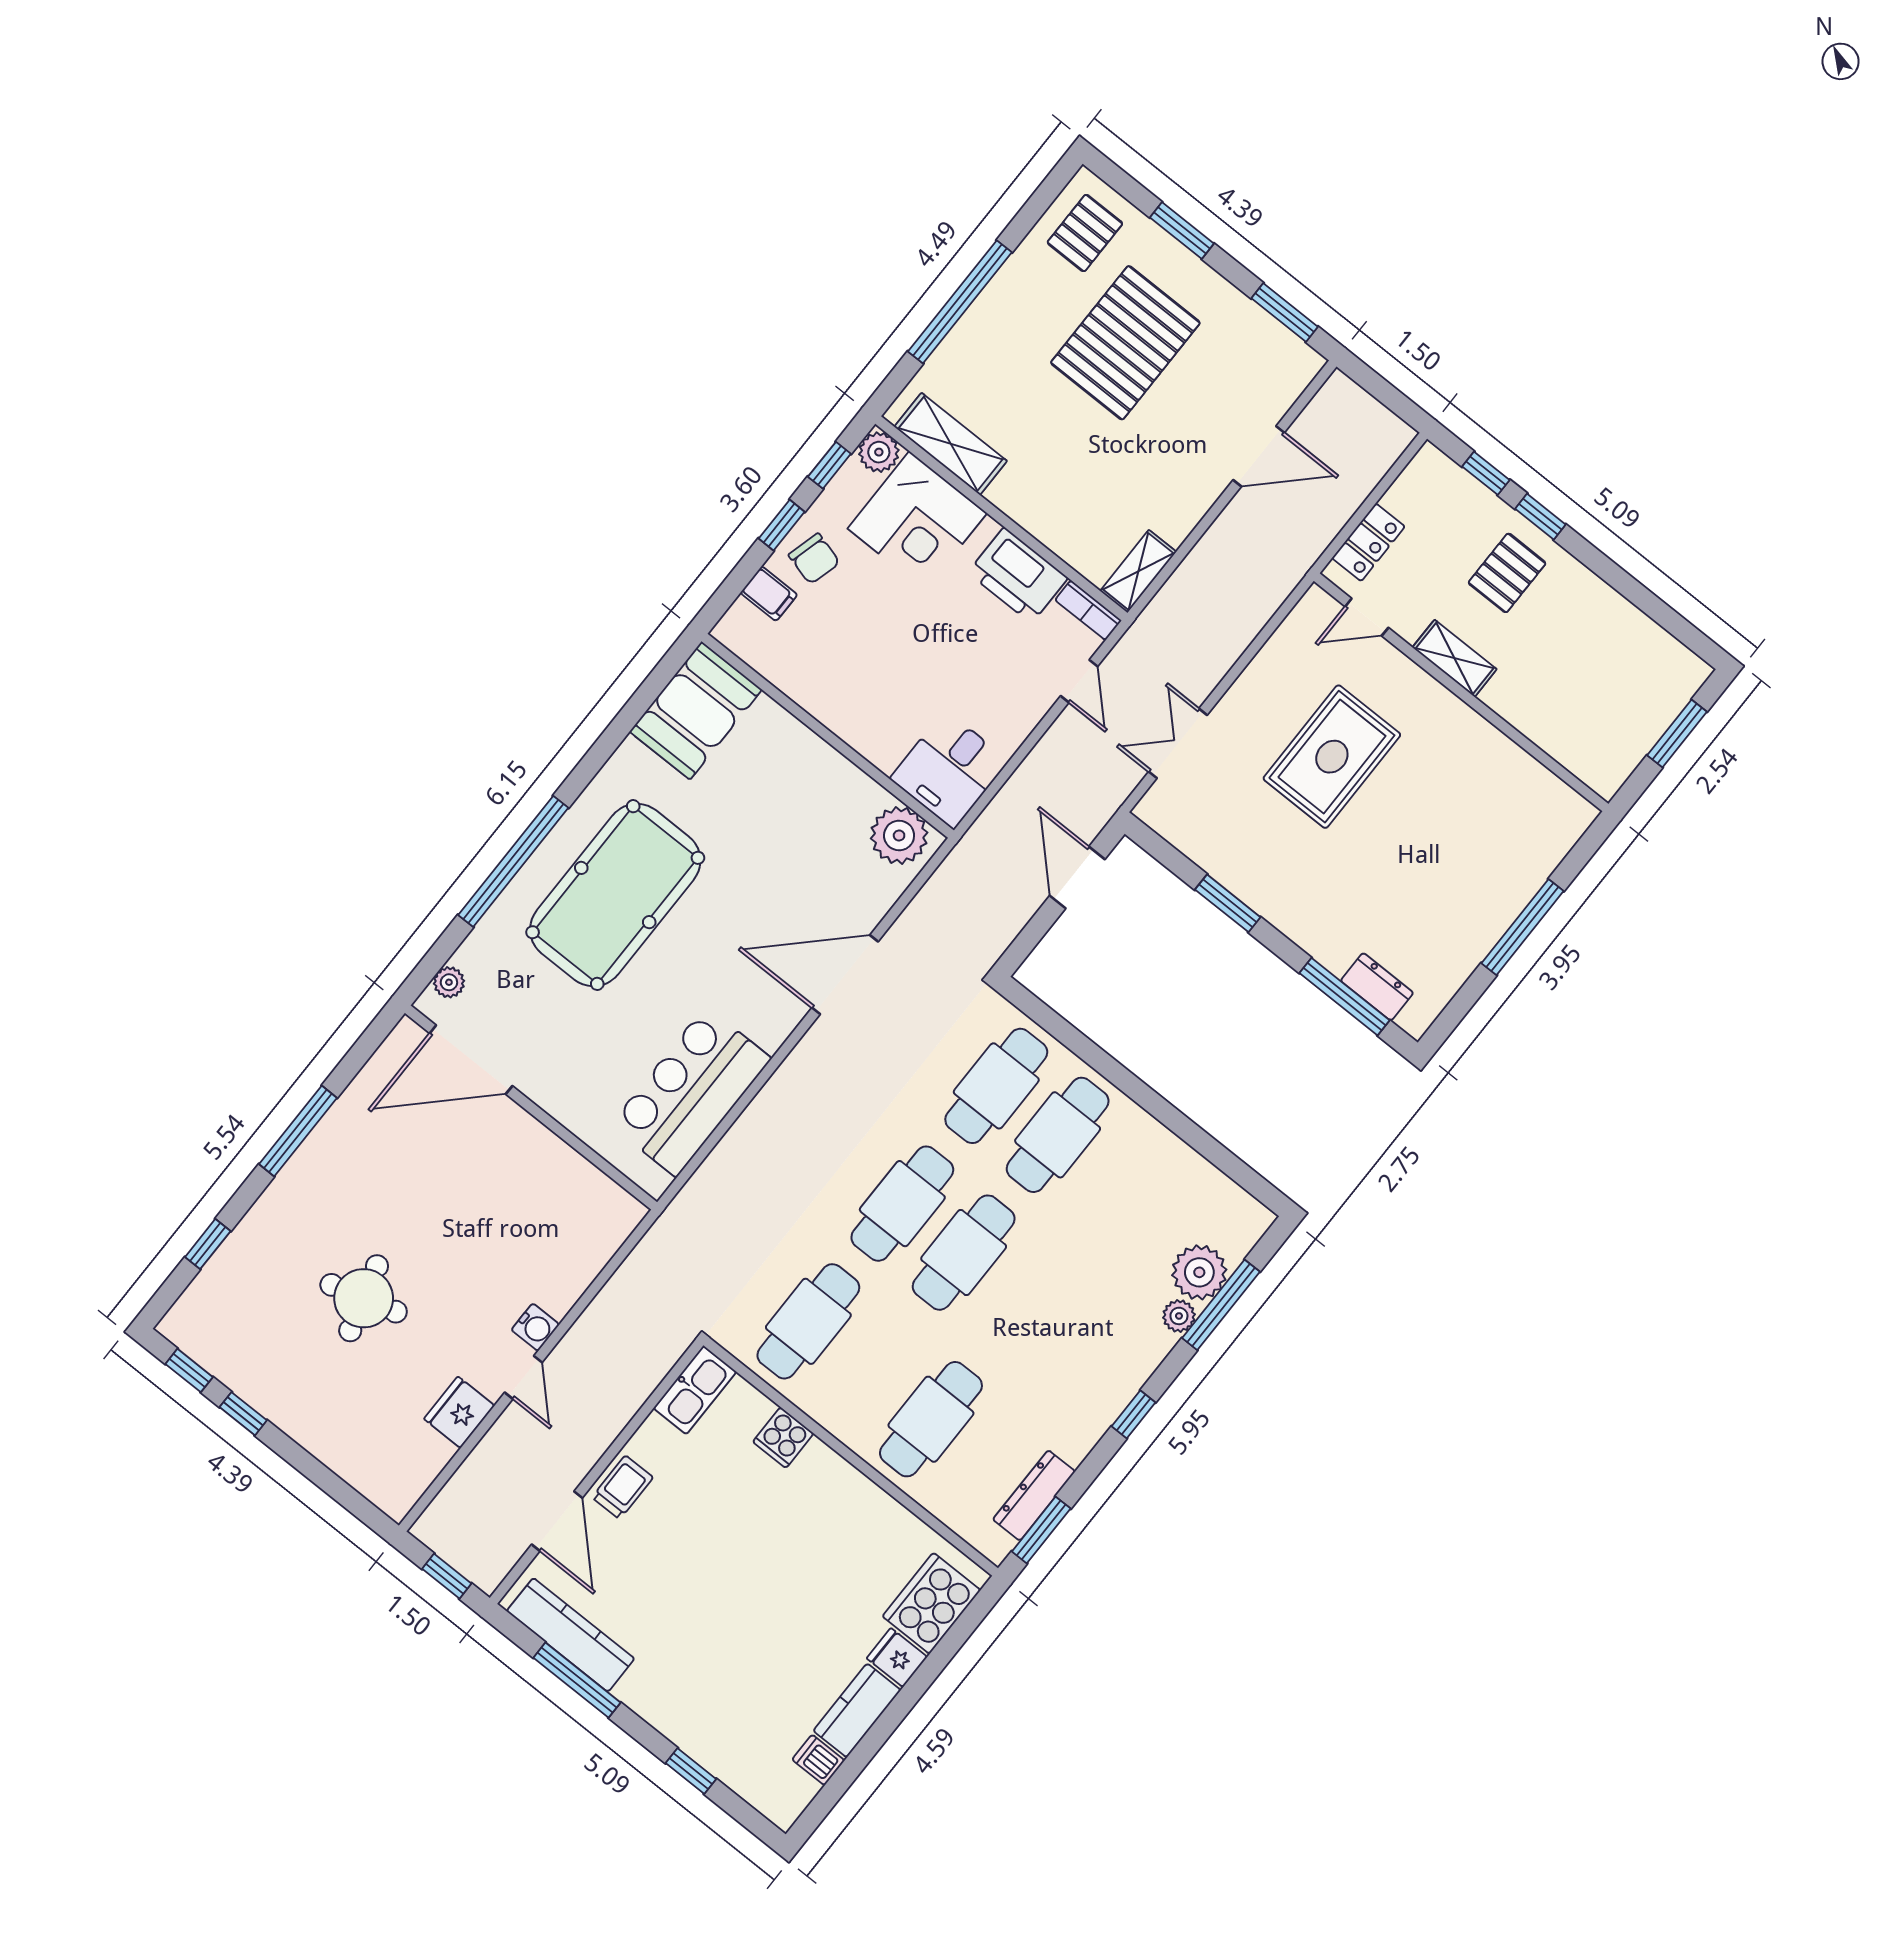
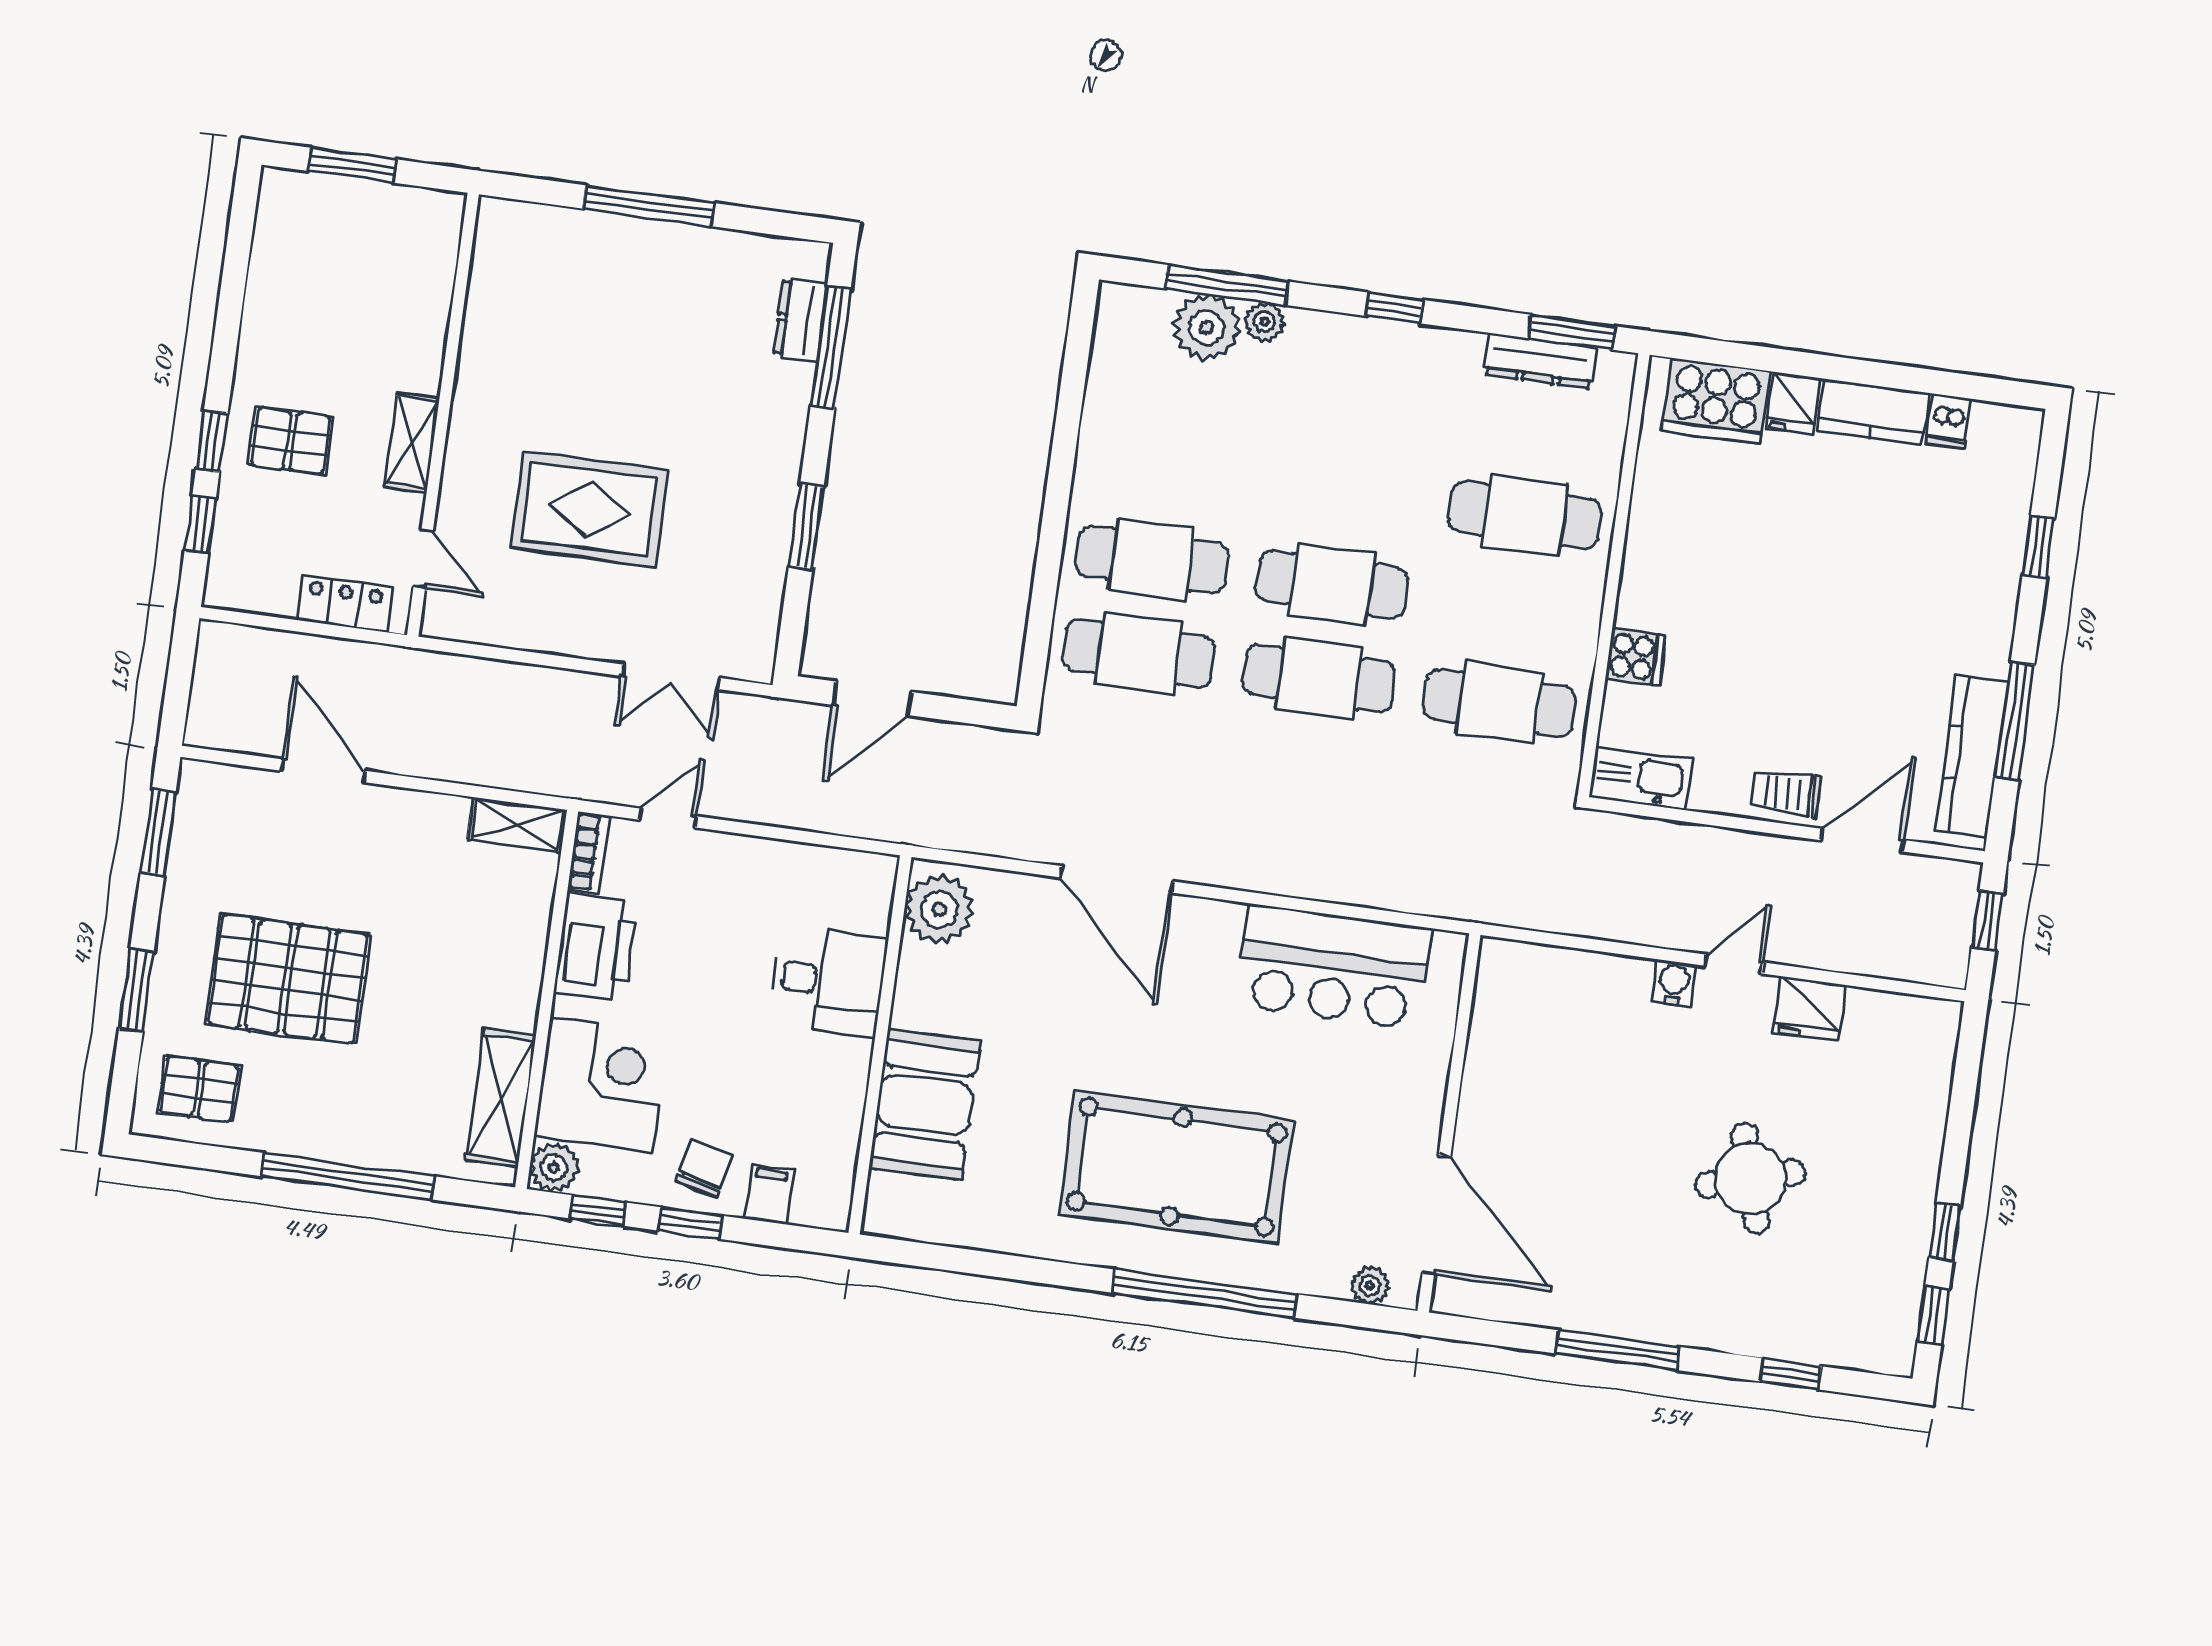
booth: (696, 711) -> (925, 1105), moved, turned 90
desk: (949, 770) -> (828, 981), moved

